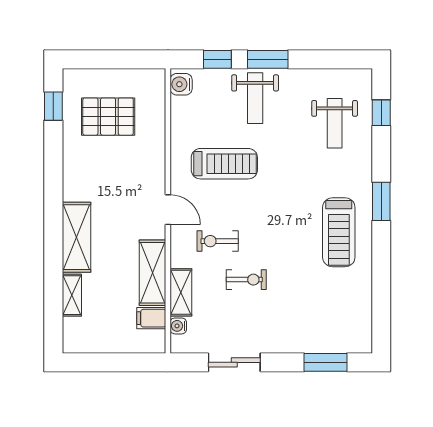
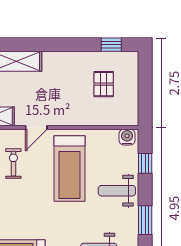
window: (268, 59) -> (145, 220), moved
pallet: (108, 117) -> (104, 84), width x0.67, depth x0.71
treadmill: (224, 164) -> (69, 168), width x1.37, depth x1.38

